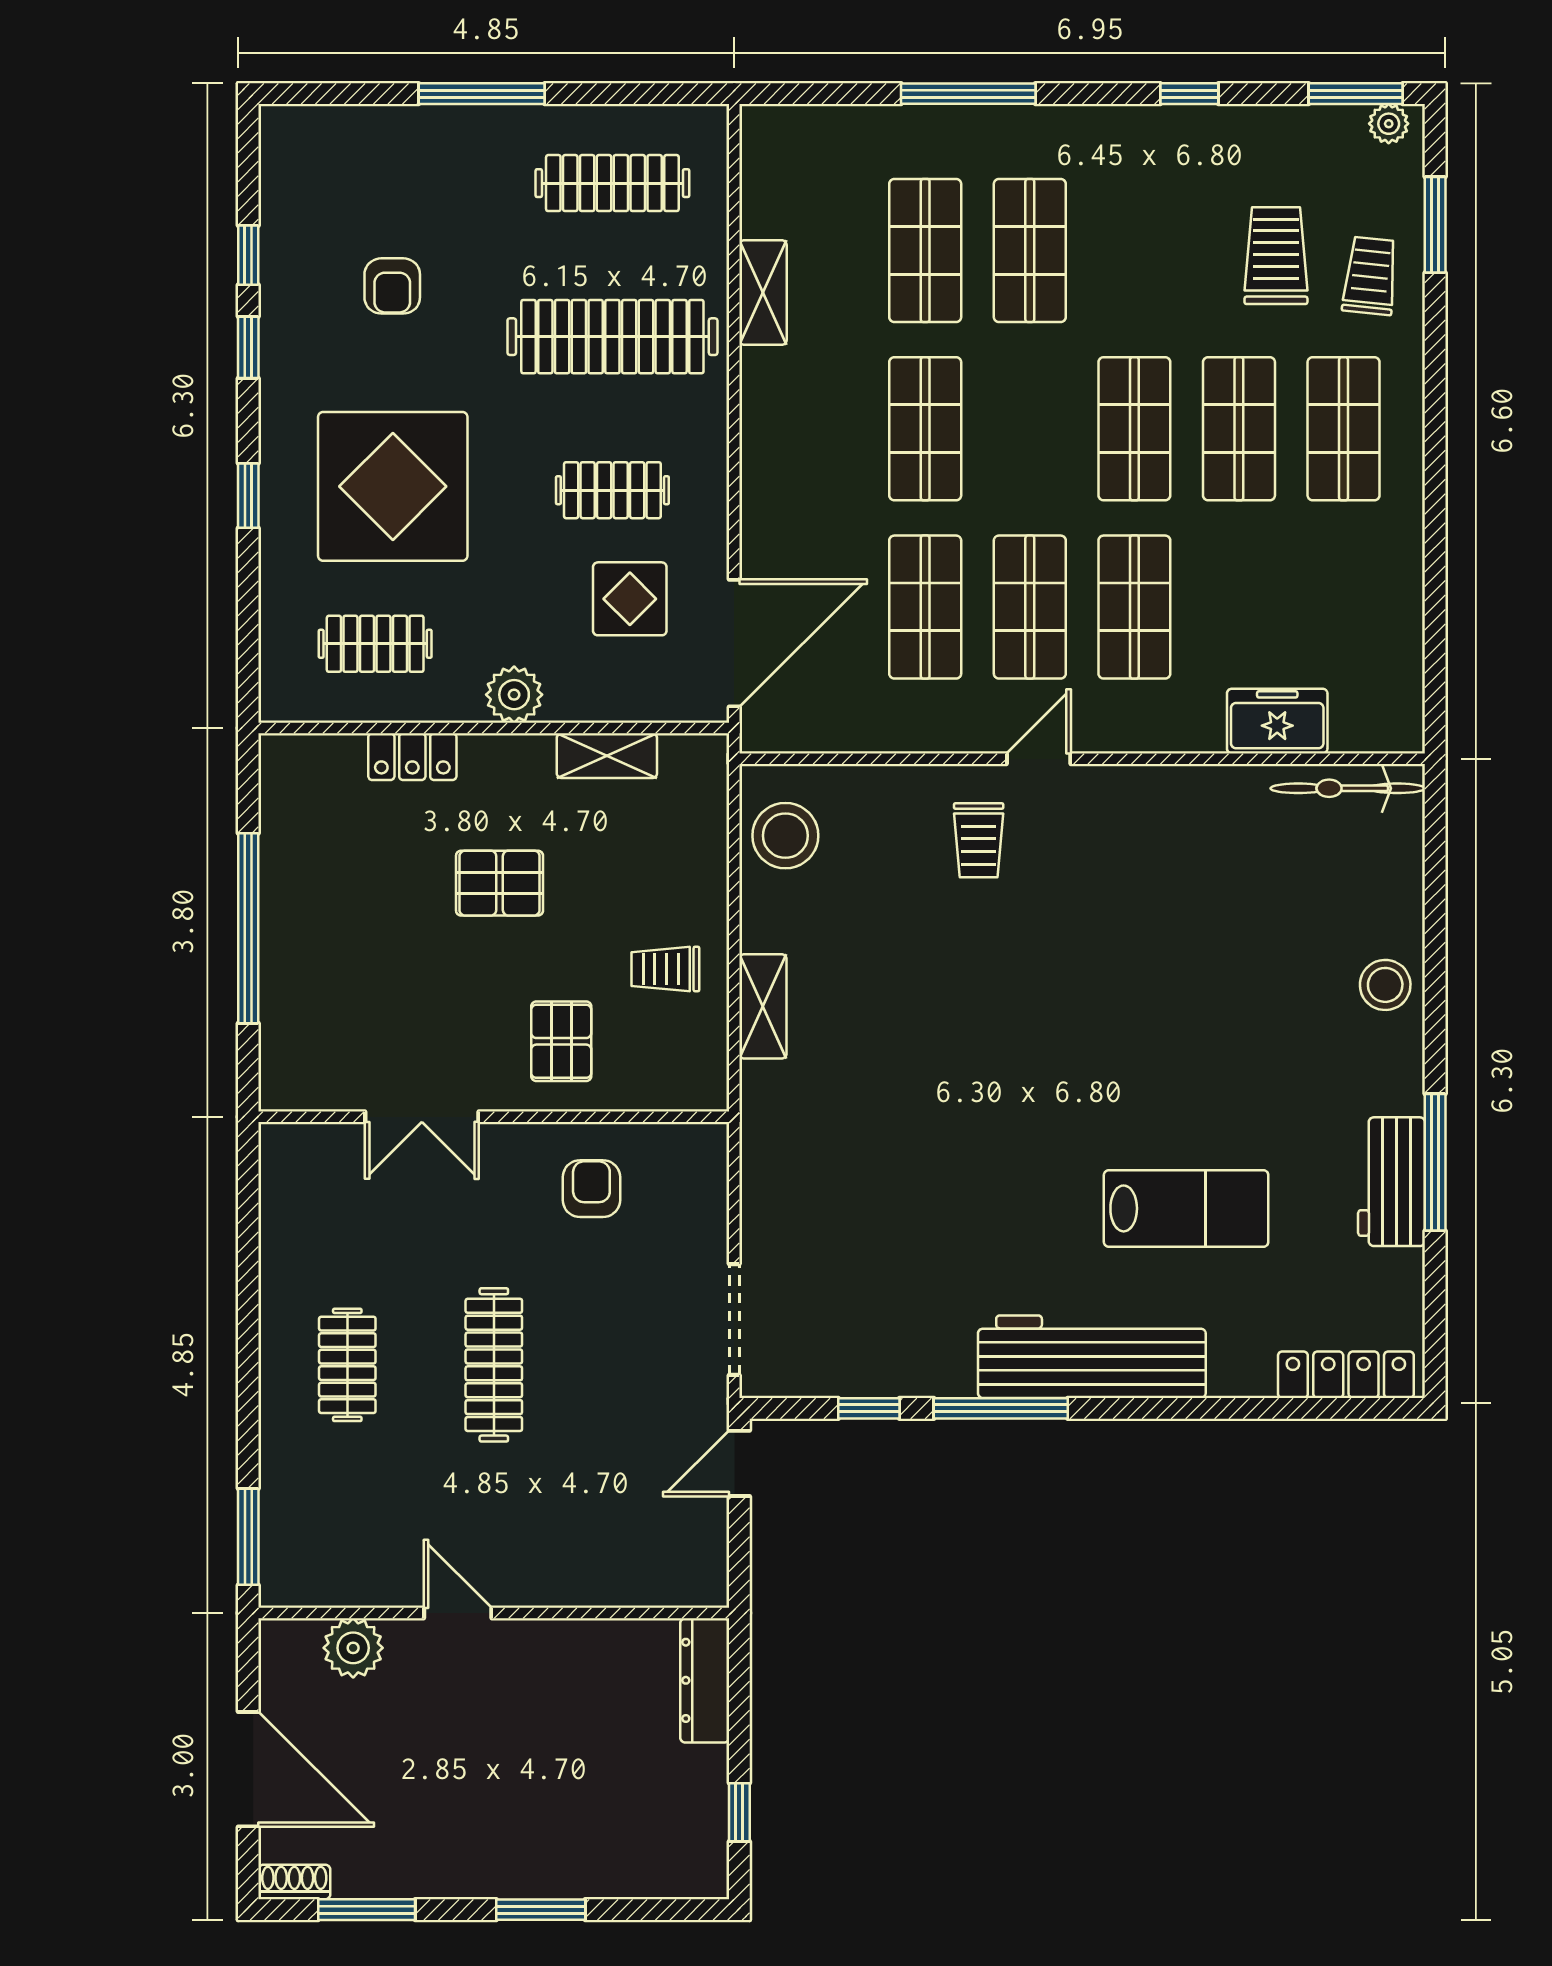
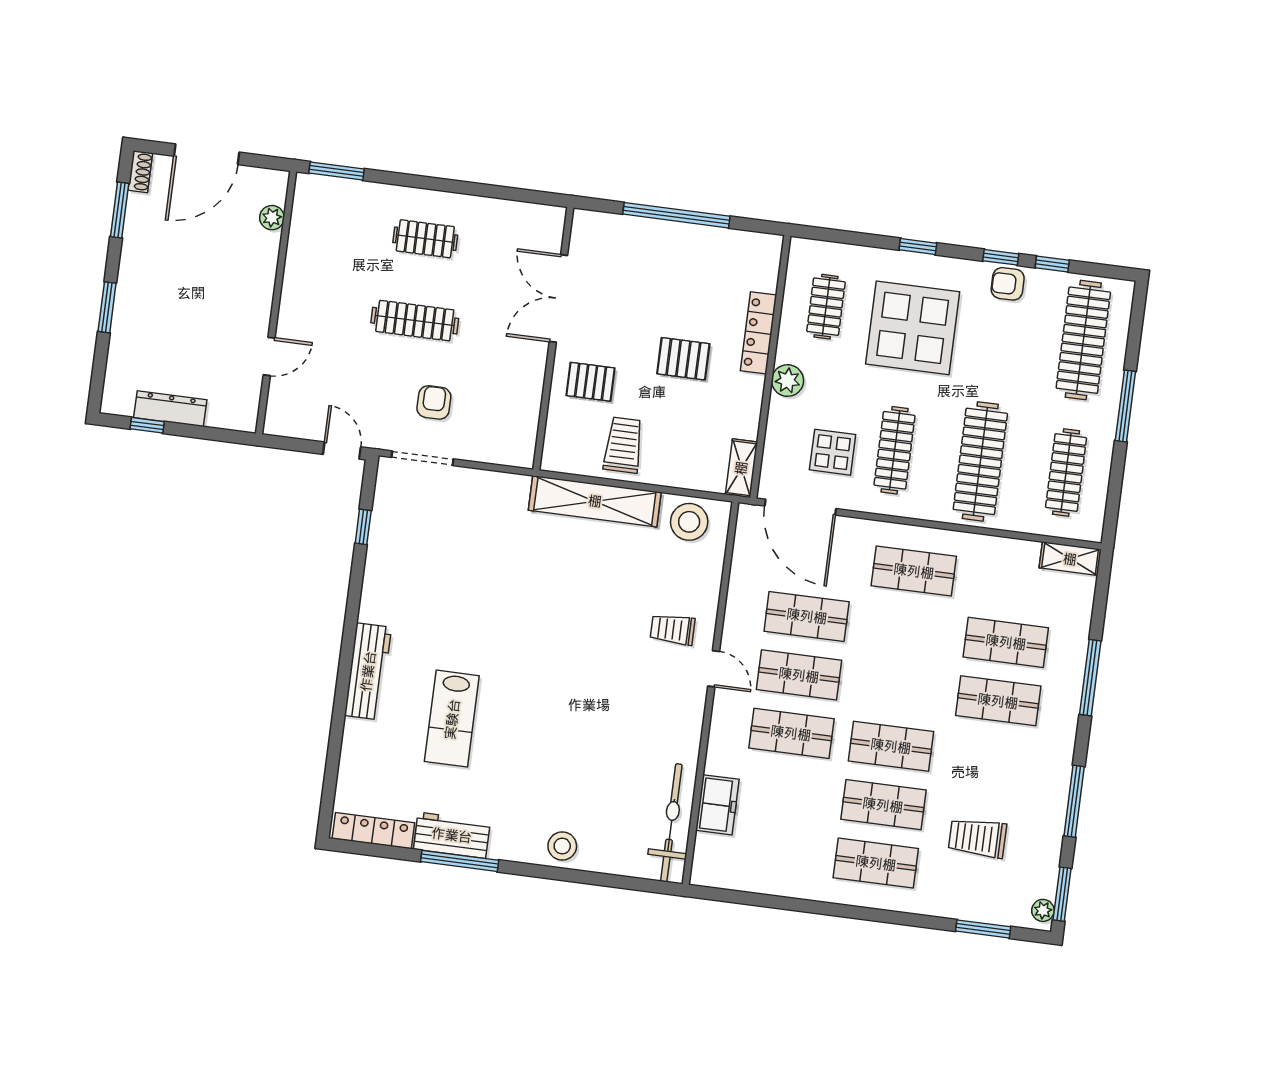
window: (1189, 94) -> (1074, 801), width x2.17
clothes rail: (375, 183) -> (1083, 340), added
trolley: (1276, 256) -> (977, 838), turned 180
trolley: (1370, 276) -> (959, 889), removed
armchair: (392, 286) -> (1008, 284), moved
shelving: (763, 293) -> (1070, 559), moved
shop shelf: (925, 429) -> (914, 571), moved
clothes rail: (612, 490) -> (895, 450), width x1.36
shelving: (607, 756) -> (741, 468), moved
locker: (412, 757) -> (759, 333), width x1.53
bicycle: (1348, 788) -> (671, 823), width x1.37, depth x1.40
pallet: (500, 883) -> (683, 359), turned 90
trolley: (665, 969) -> (623, 445), width x1.36, depth x1.39
shelving: (763, 1006) -> (595, 501), width x2.20, depth x1.33
double door: (422, 1117) -> (558, 298), width x1.37
armchair: (591, 1189) -> (434, 402), moved, turned -90
workbench: (1092, 1357) -> (368, 671), width x0.73, depth x0.76
locker: (1346, 1375) -> (373, 831), moved, turned -90
window: (1001, 1408) -> (354, 601), removed
door: (458, 1613) -> (269, 356), moved
plant: (353, 1648) -> (272, 218), width x0.73, depth x0.73
dresser: (705, 1680) -> (170, 409), moved

